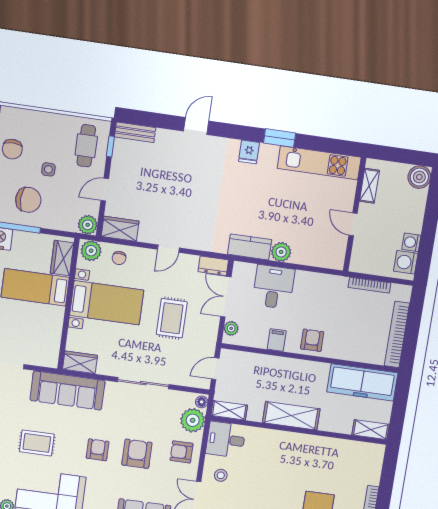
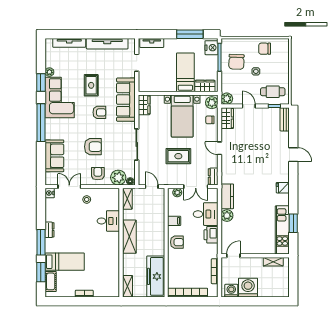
window: (280, 138) -> (293, 223), moved
boiler: (419, 177) -> (282, 290), removed
door: (353, 224) -> (233, 256), moved
washing machine: (411, 242) -> (248, 288), width x1.89, depth x1.89
printer: (309, 283) -> (211, 235), added
double door: (226, 297) -> (196, 187), swing flipped
desk: (226, 440) -> (108, 221), moved, turned 90
armchair: (98, 450) -> (99, 112), moved

